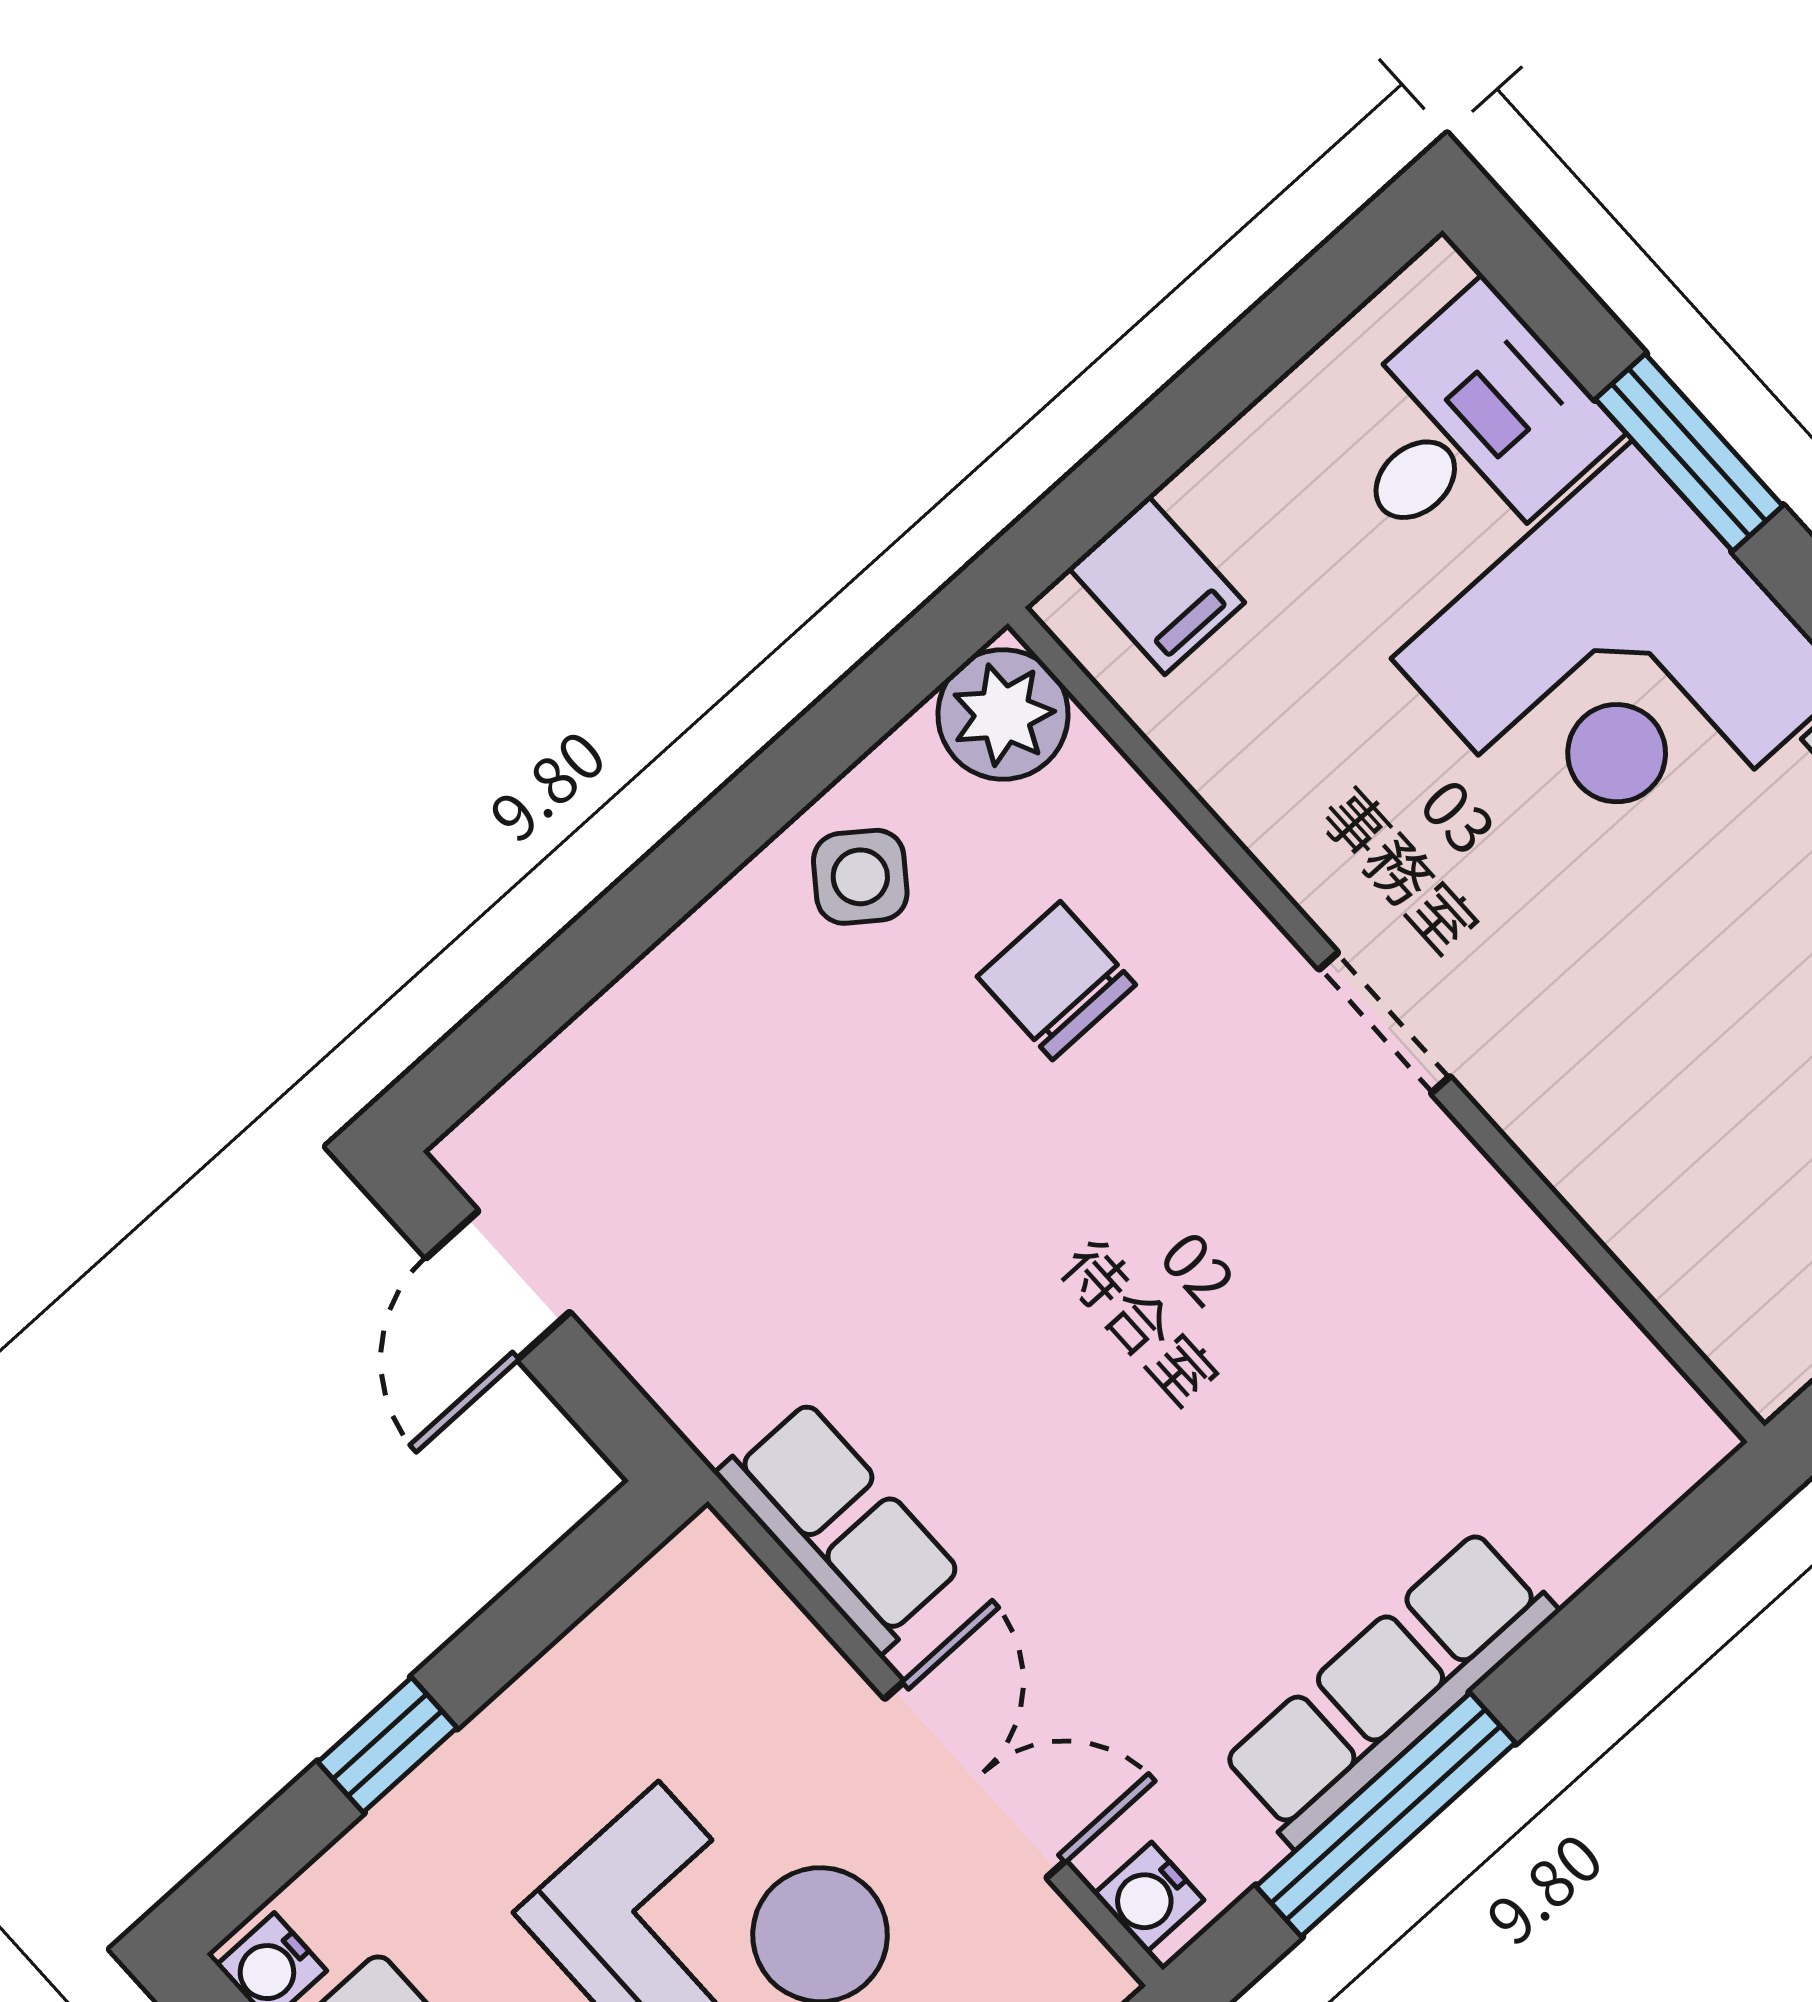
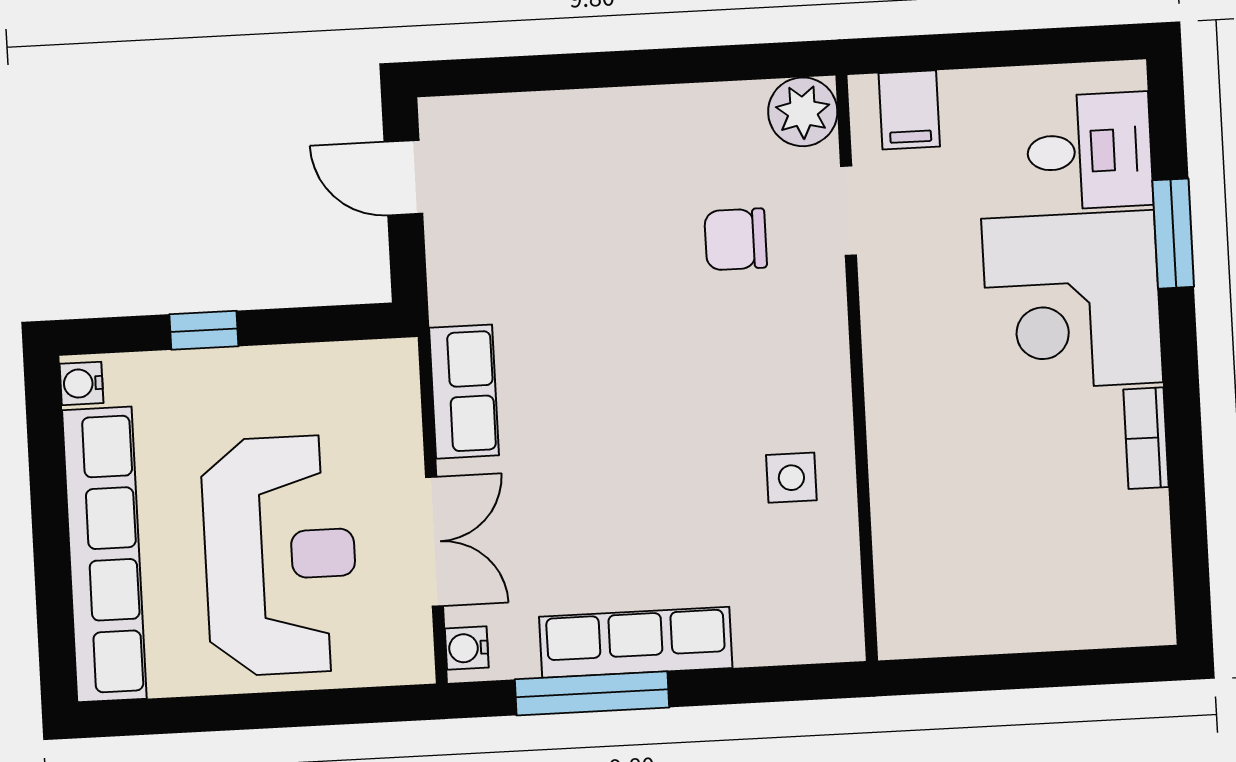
side table: (860, 877) -> (791, 478), moved, turned -37
chair: (1056, 981) -> (736, 239), turned -90
doorway: (1385, 1023) -> (848, 211), moved
door: (498, 1285) -> (403, 178), hinge flipped

